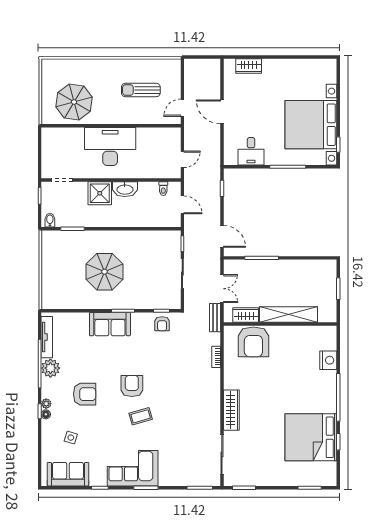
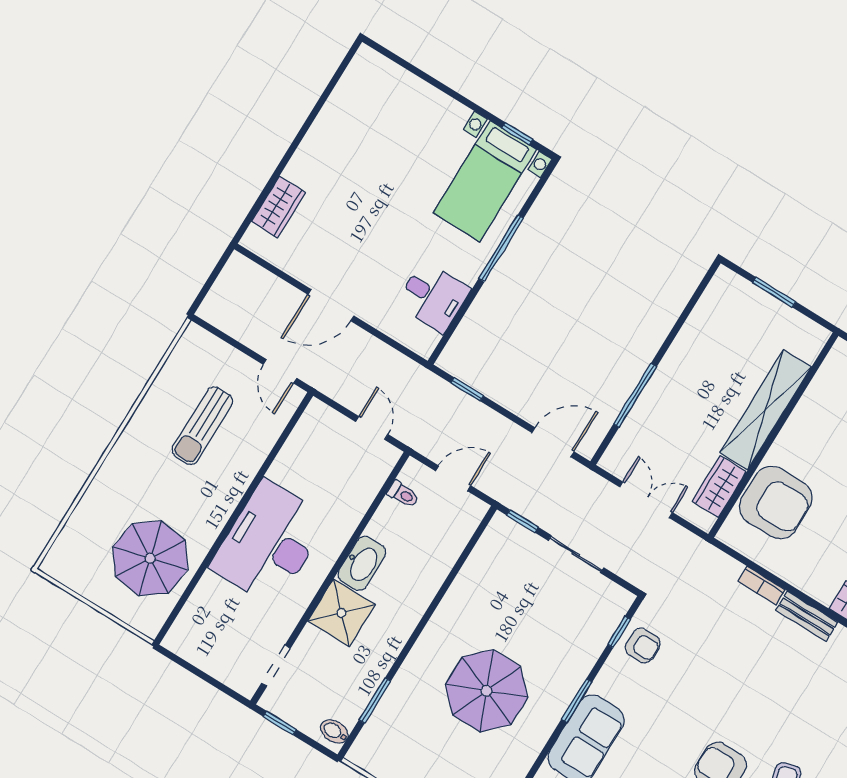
bed with nightstands: (311, 125) -> (485, 181), width x0.54
bench: (215, 318) -> (807, 616), moved

